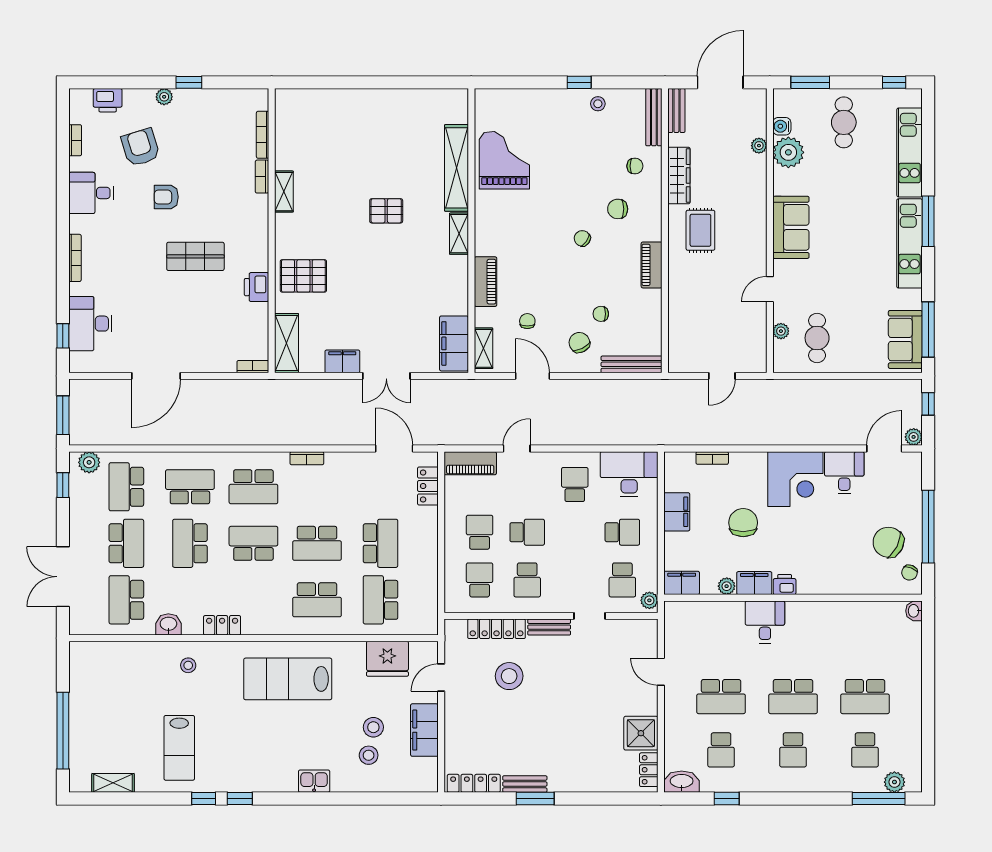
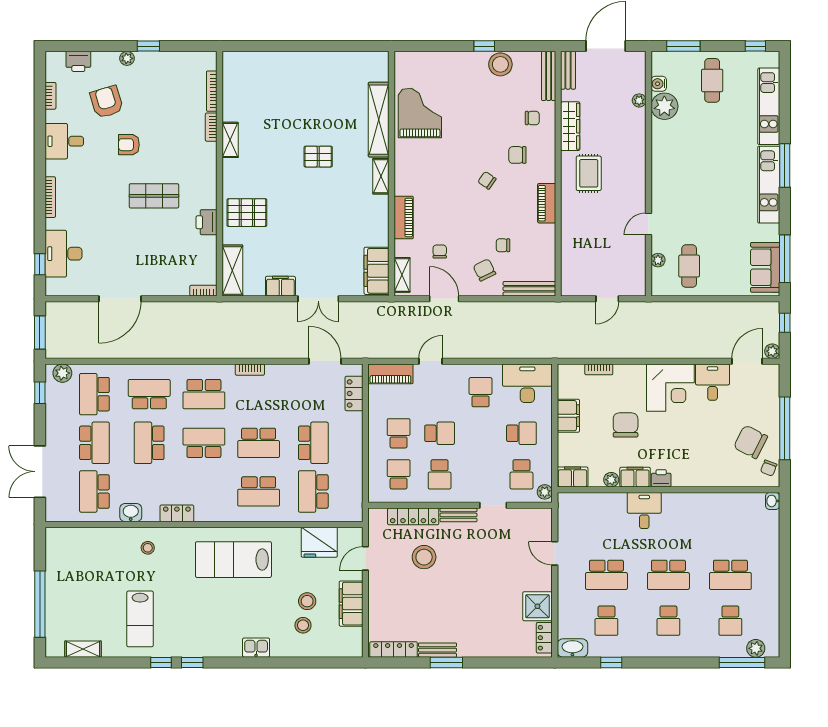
stool: (598, 104) -> (500, 64), width x1.89, depth x1.89
sofa: (791, 227) -> (667, 171), removed

